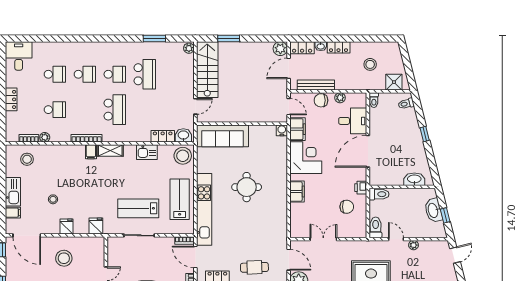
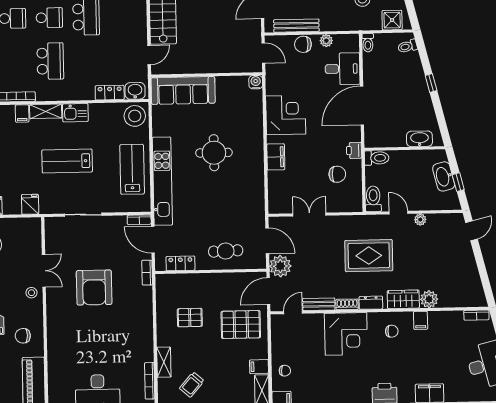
filing cabinet: (297, 129) -> (275, 80), removed
kitchen sink: (147, 152) -> (75, 113), moved
lab bench: (138, 208) -> (67, 161), moved

